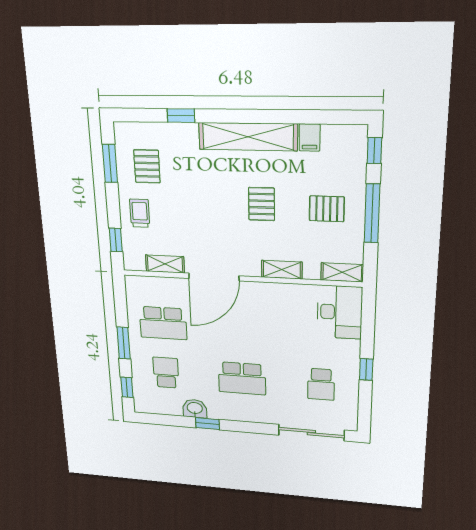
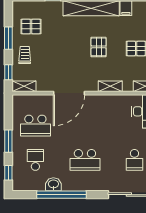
window: (110, 163) -> (8, 38), moved
pallet: (147, 166) -> (31, 26), turned 90
shelving: (165, 264) -> (24, 86), moved
window: (207, 424) -> (61, 195), width x3.17

